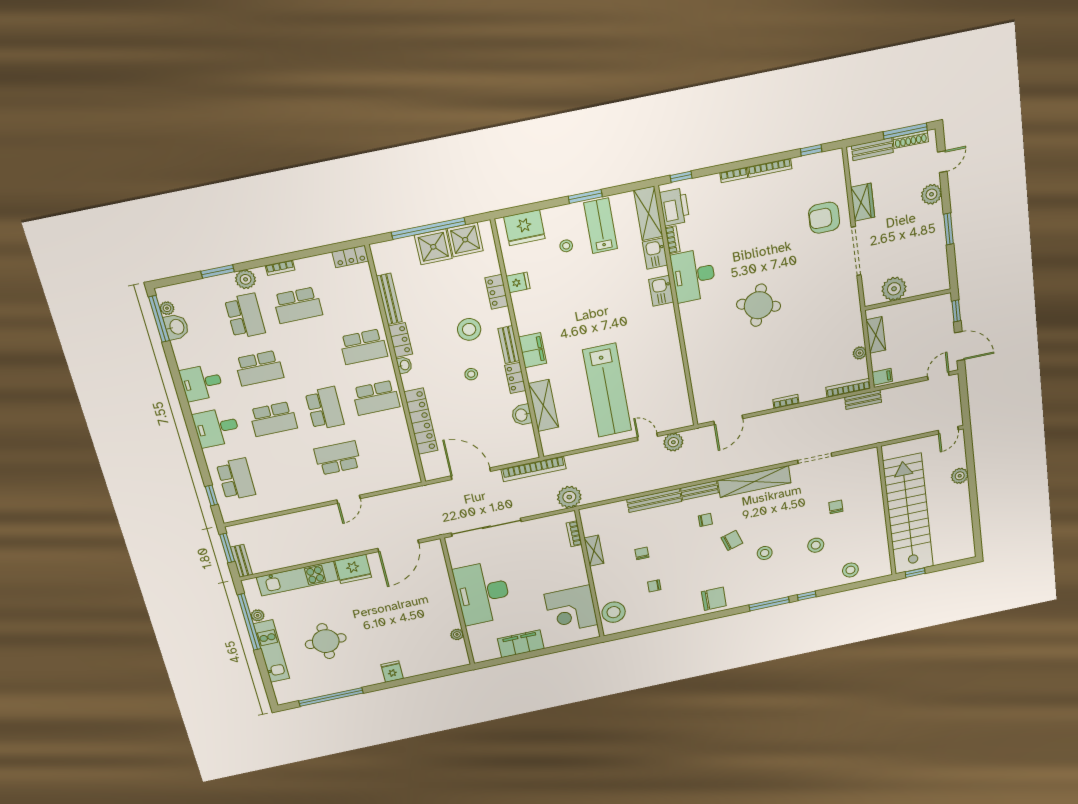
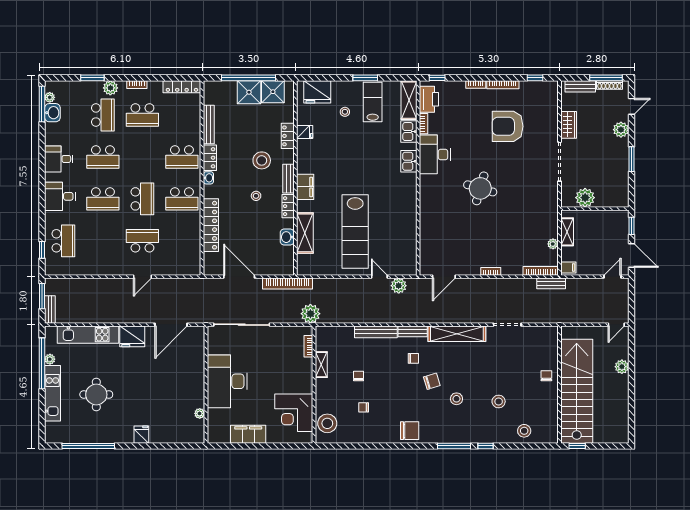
armchair: (824, 218) -> (508, 126), moved, width x1.36, depth x1.36
locker: (350, 256) -> (182, 87), width x1.53
chair: (836, 507) -> (546, 376), moved

